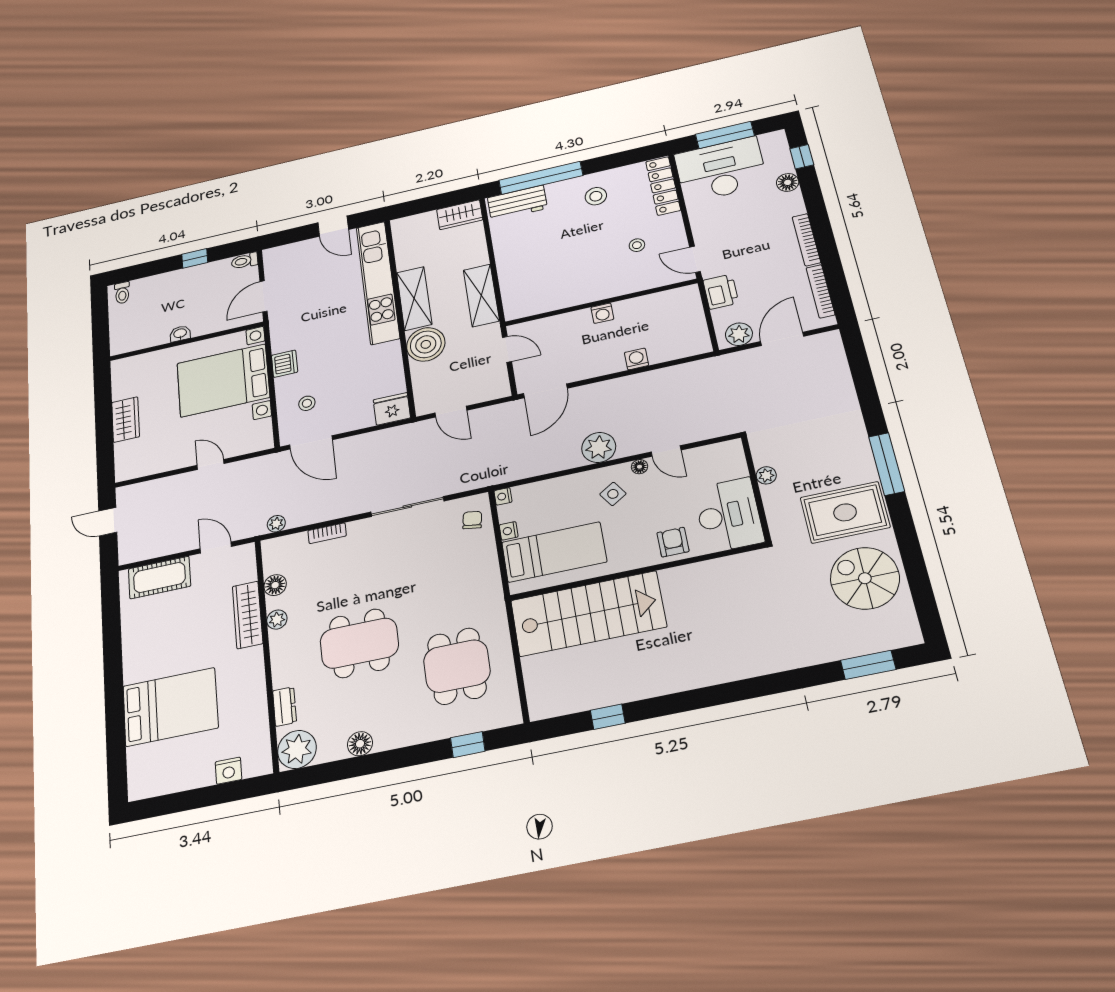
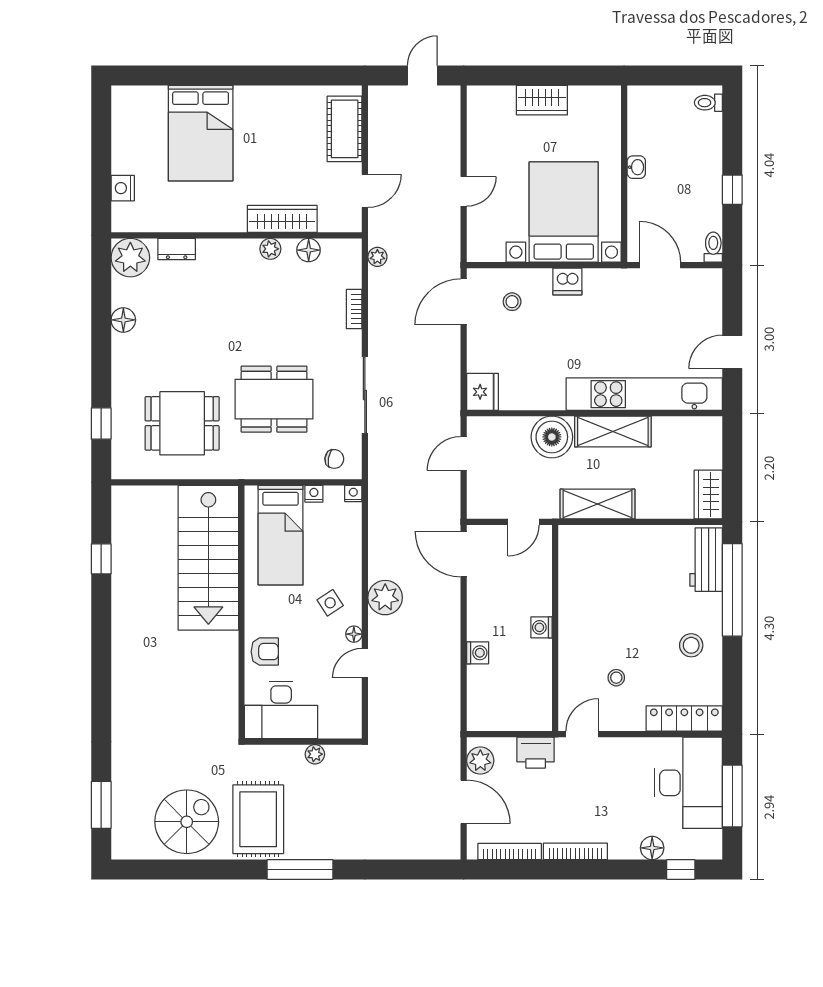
dining table: (359, 643) -> (274, 399), moved, turned 90

